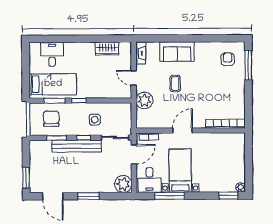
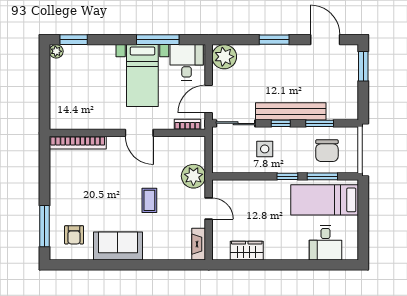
sofa: (177, 52) -> (118, 246), moved
door: (182, 131) -> (139, 133), hinge flipped

